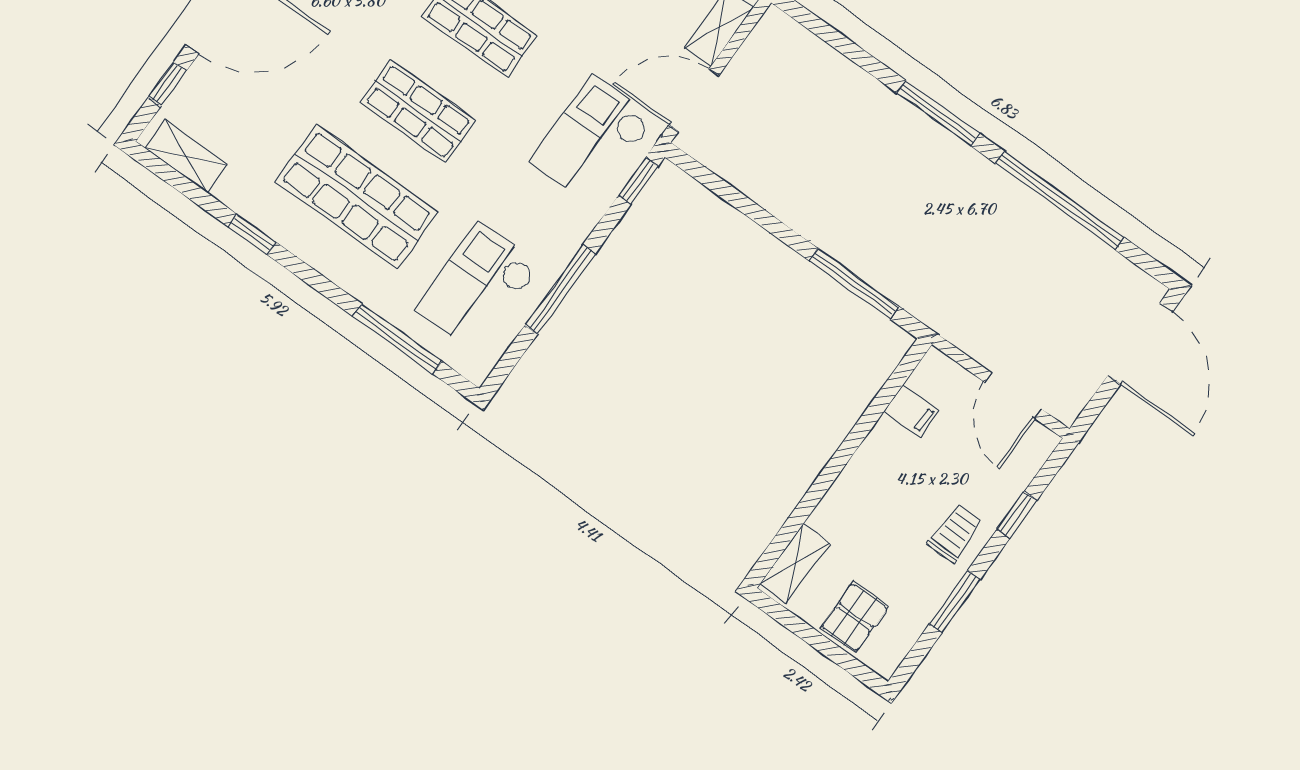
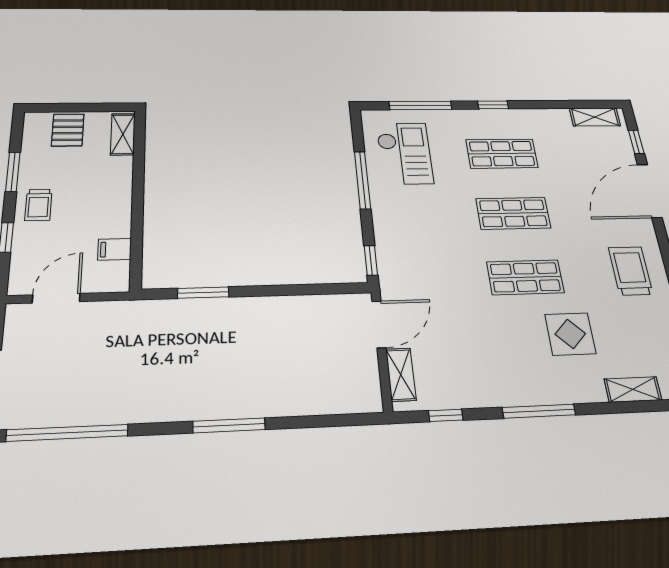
checkout: (592, 140) -> (414, 263), removed
shop shelf: (357, 197) -> (502, 154), width x0.70, depth x0.74
window: (1060, 201) -> (67, 433), moved
window: (252, 234) -> (493, 105), moved
window: (854, 284) -> (203, 293), width x0.69
door: (1013, 396) -> (56, 298), hinge flipped

